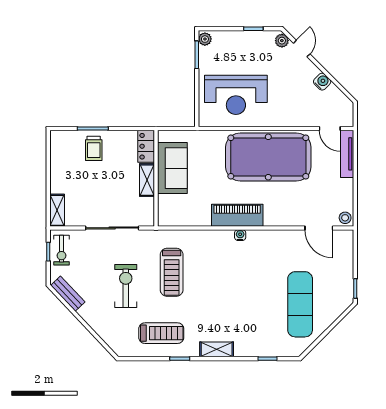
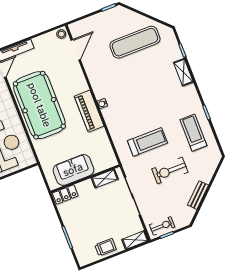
trolley: (94, 148) -> (106, 247), moved
shelving: (147, 180) -> (105, 179), moved
bench: (68, 294) -> (198, 195), moved
shelving: (217, 349) -> (183, 72), moved

